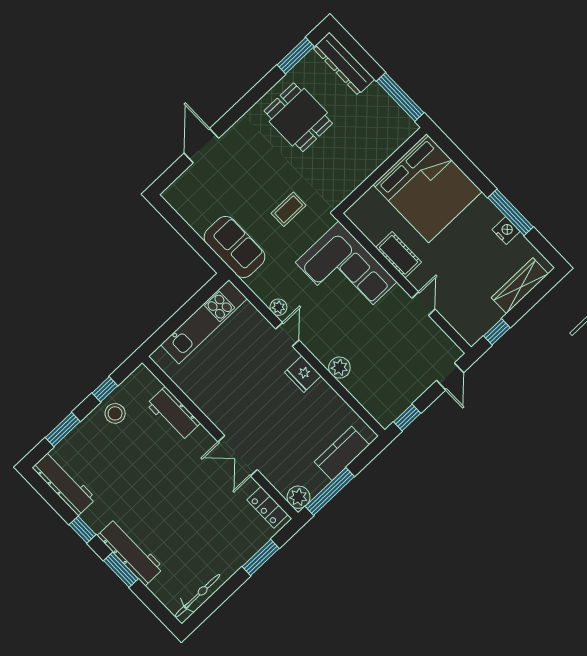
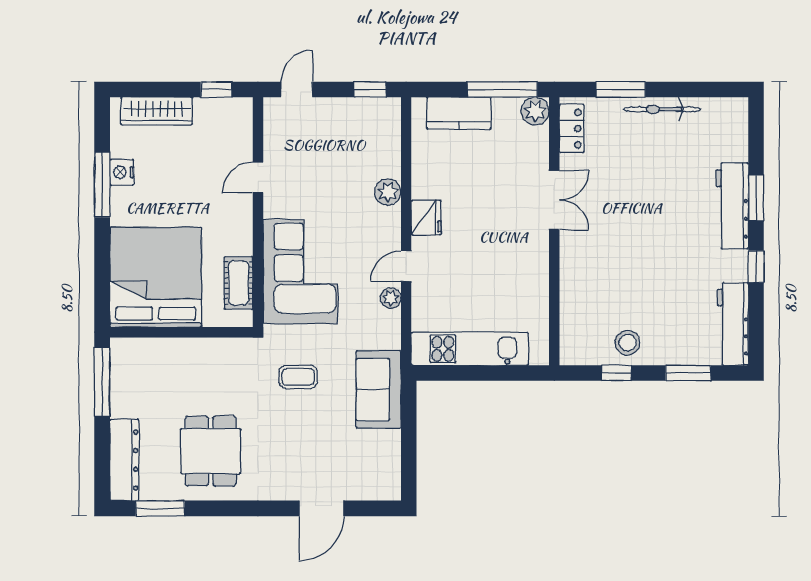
cot: (399, 255) -> (239, 283), moved
workbench: (173, 414) -> (576, 293), removed
bicycle: (197, 596) -> (662, 109), moved

